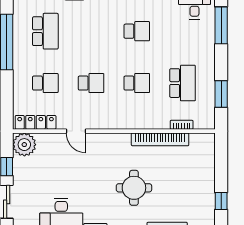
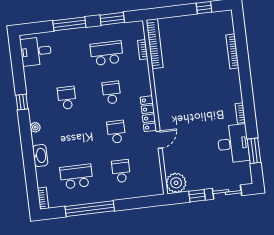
window: (221, 25) -> (69, 24), moved
locker: (36, 122) -> (148, 114), moved
bookcase: (160, 139) -> (155, 44), moved
round table: (134, 188) -> (202, 84), removed

